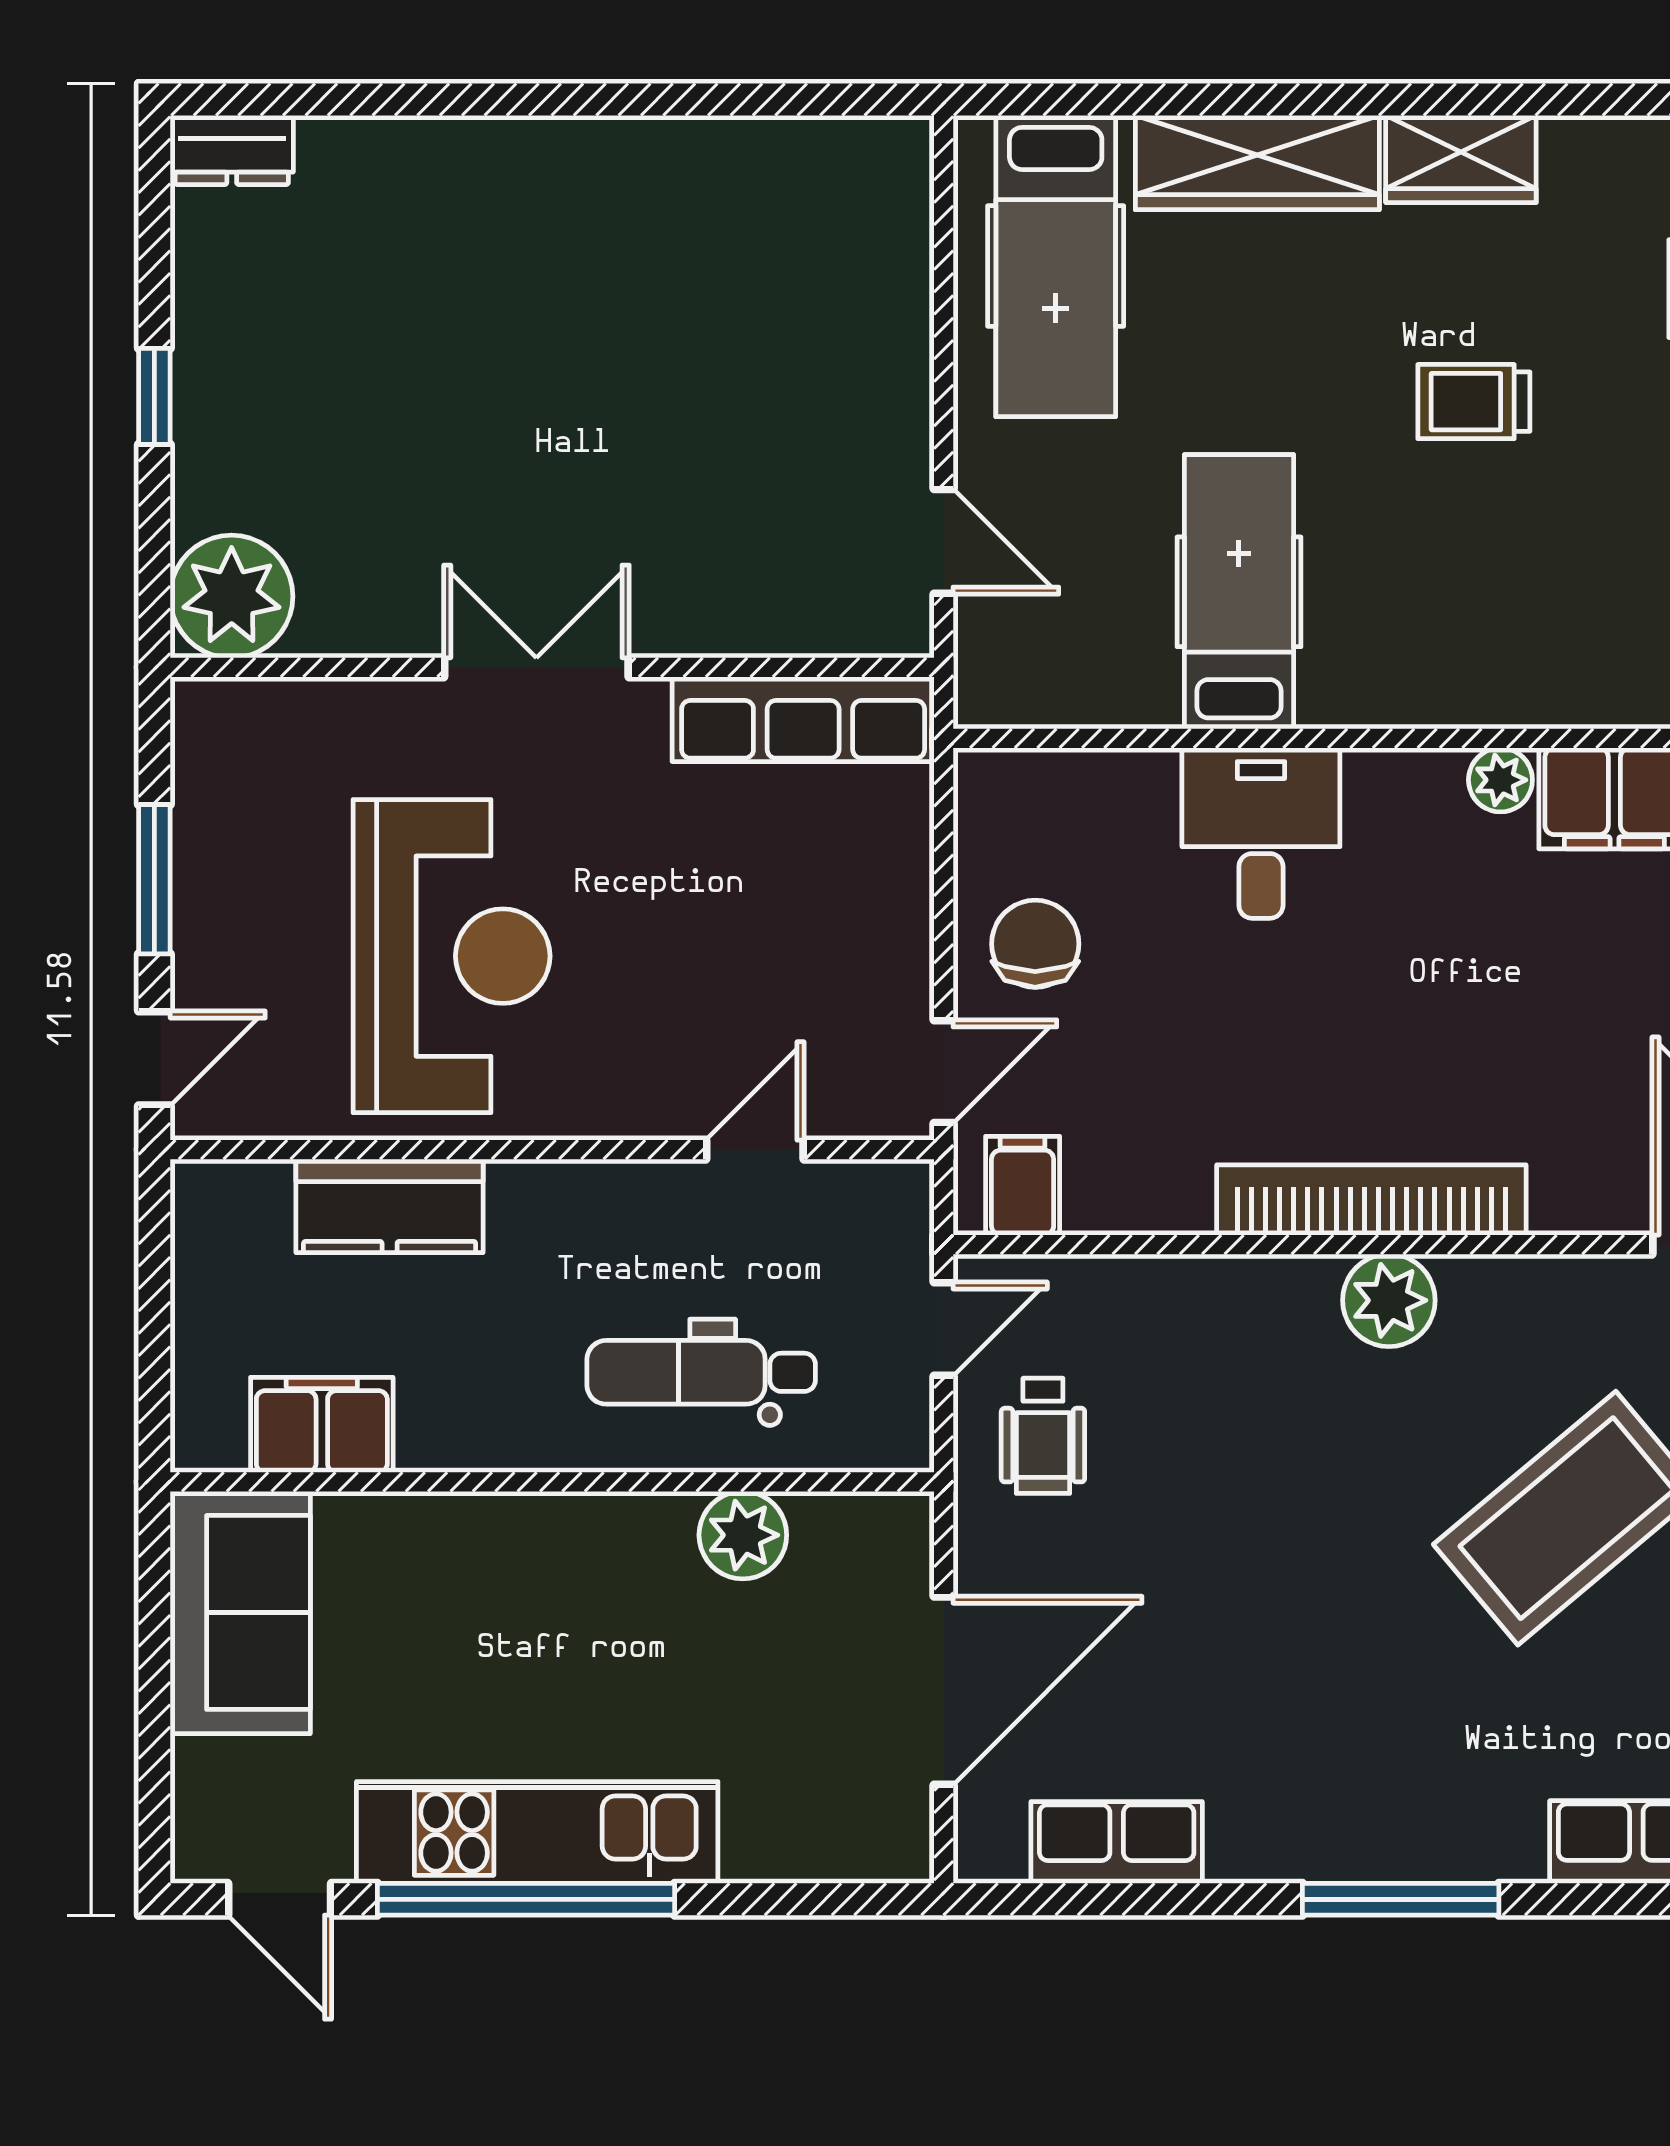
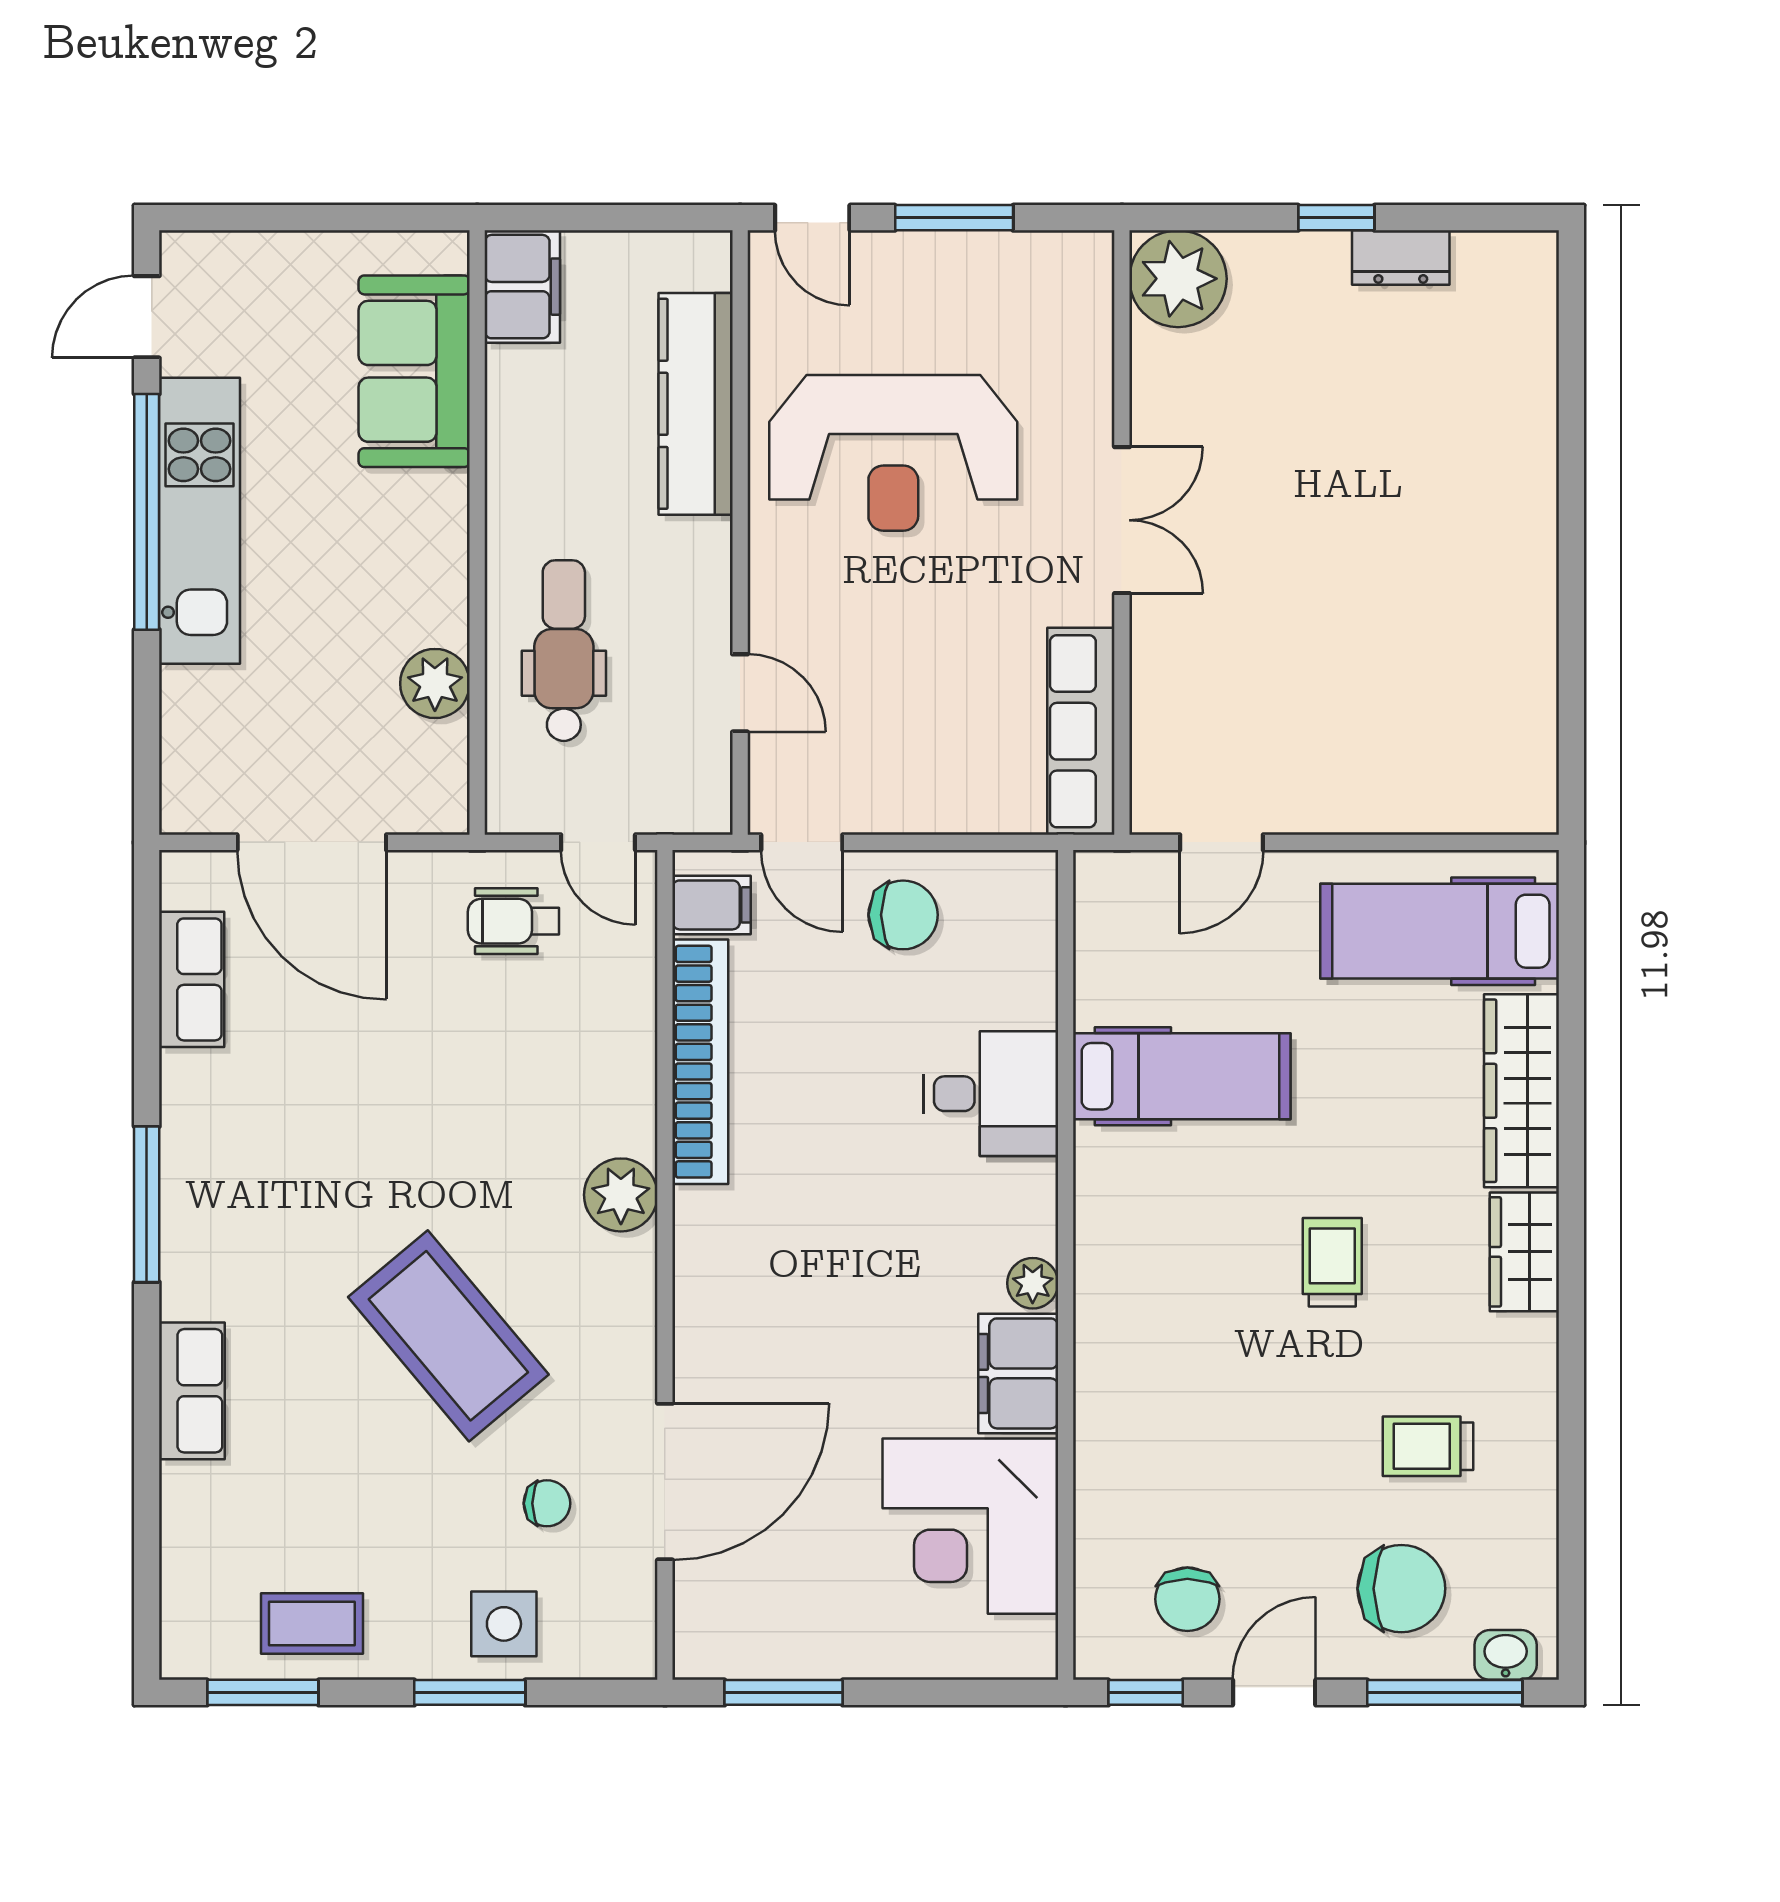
dresser: (232, 150) -> (1401, 258), moved, turned -90
bookcase: (1371, 1200) -> (700, 1062), moved
kitchen counter: (390, 1206) -> (696, 404), width x1.50
filing cabinet: (322, 1425) -> (522, 287), moved
sofa: (240, 1612) -> (414, 371), moved, turned 90

